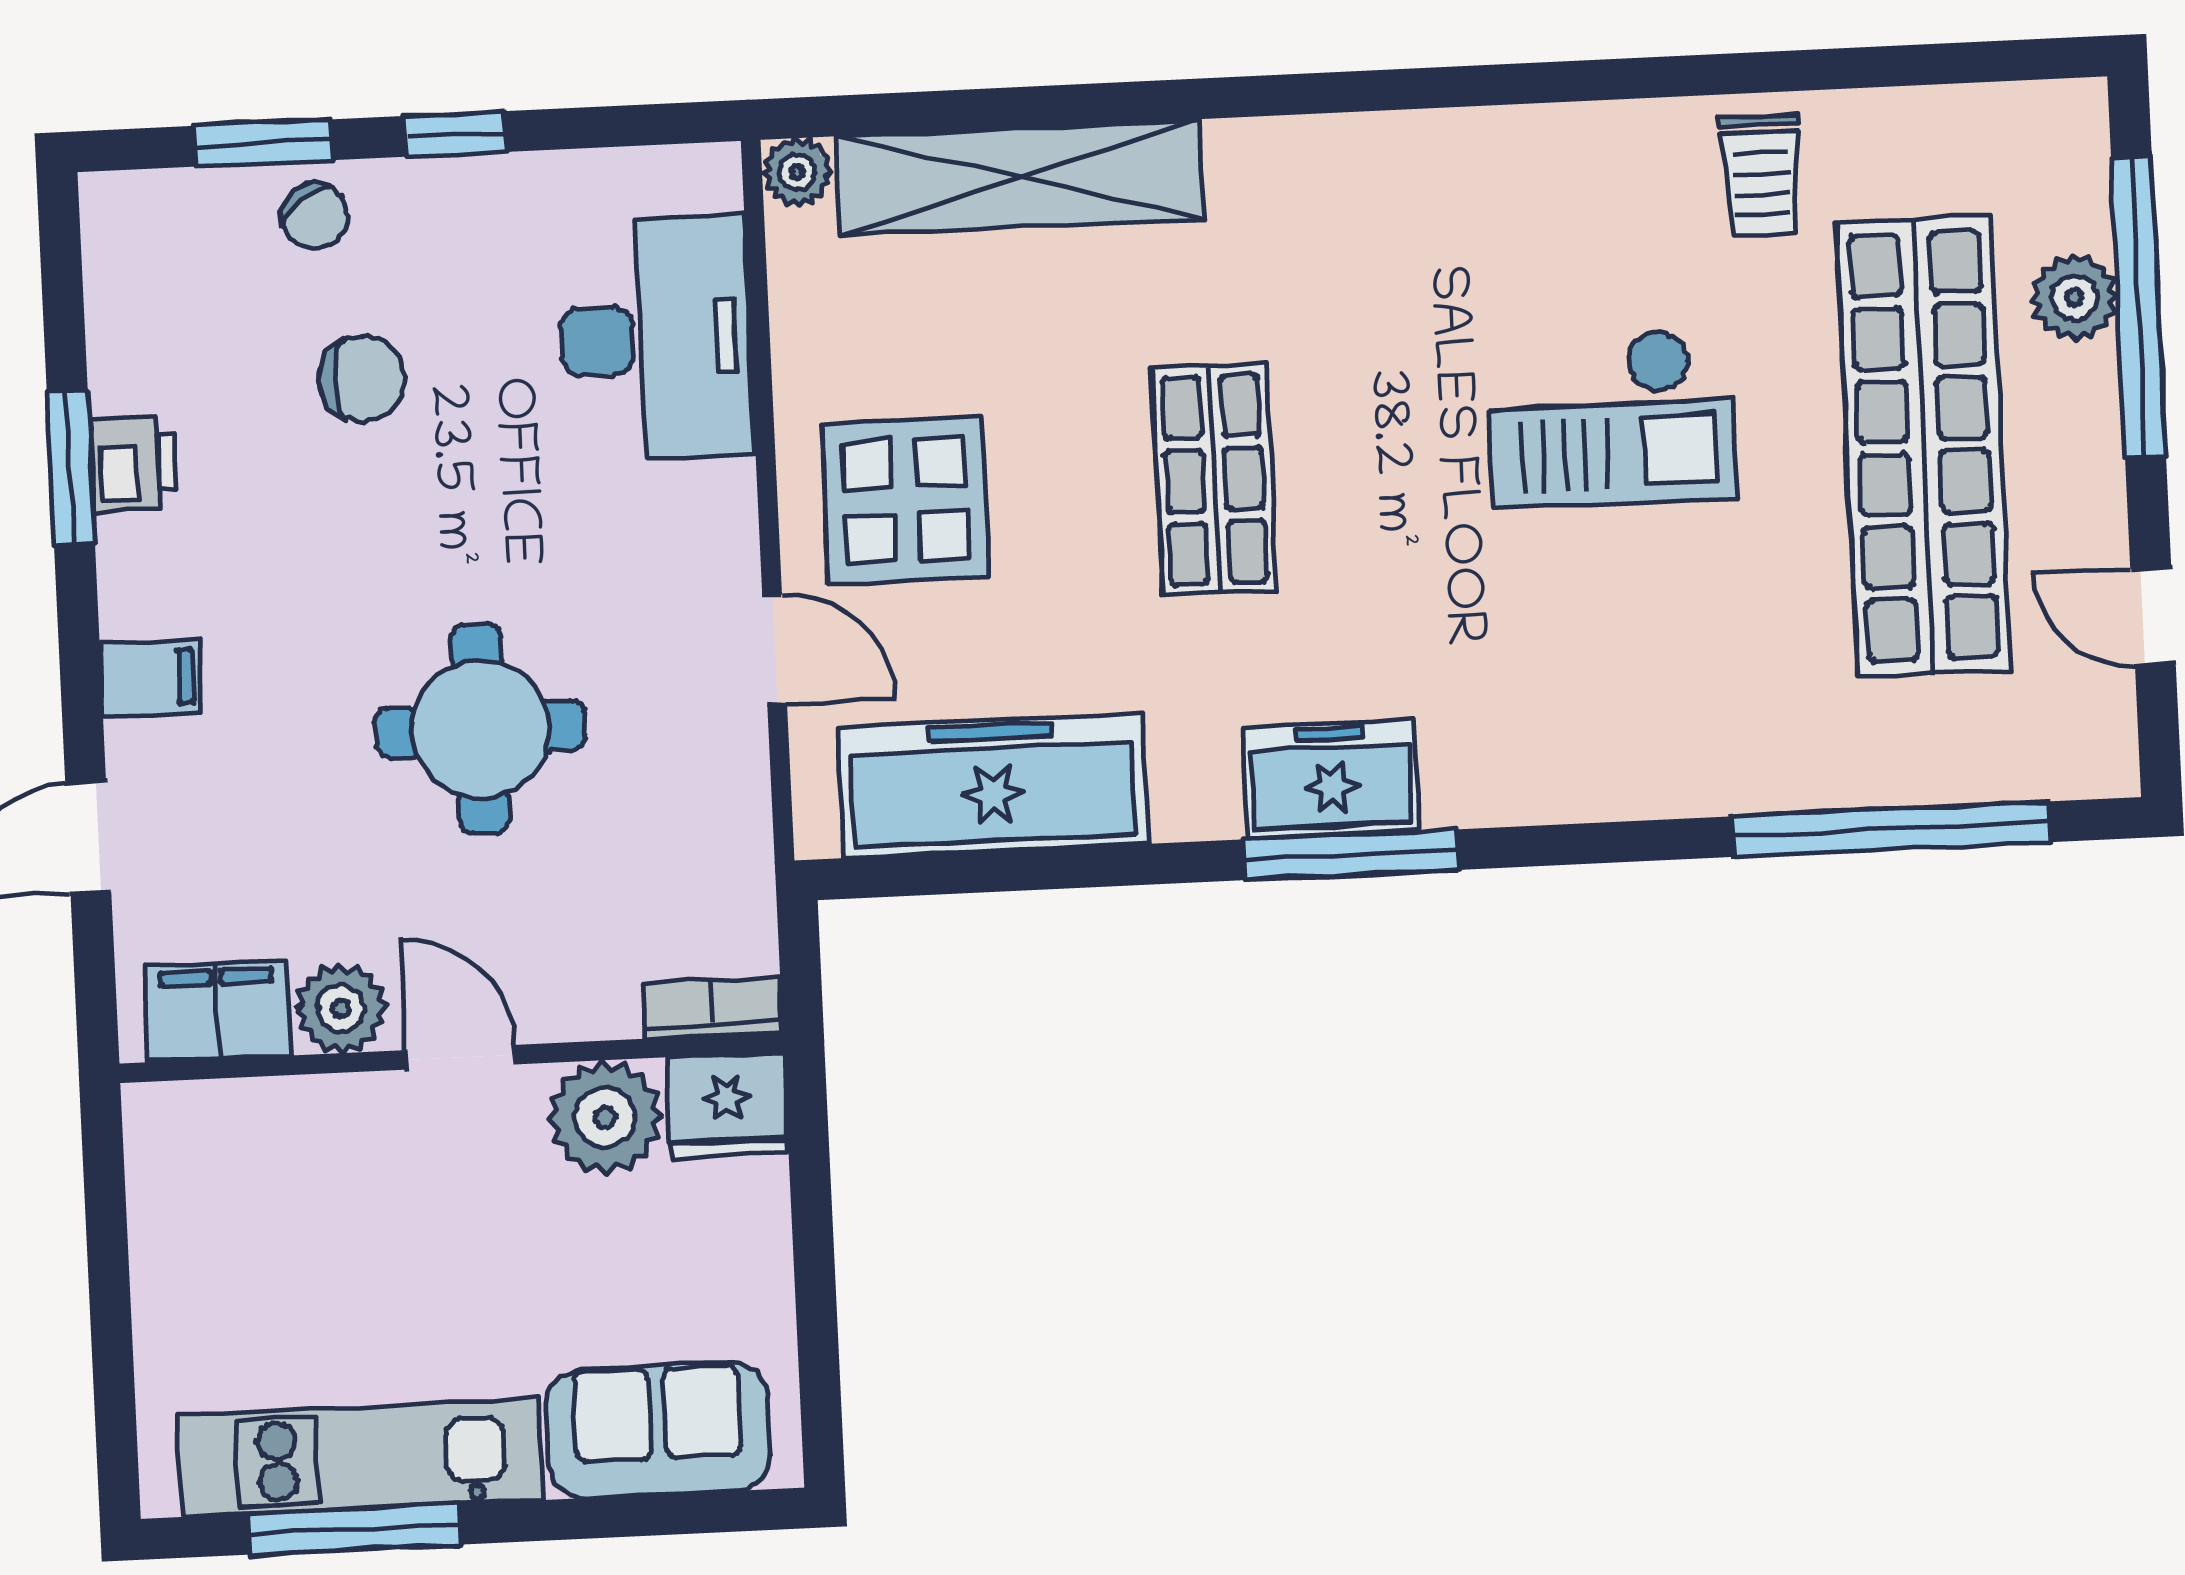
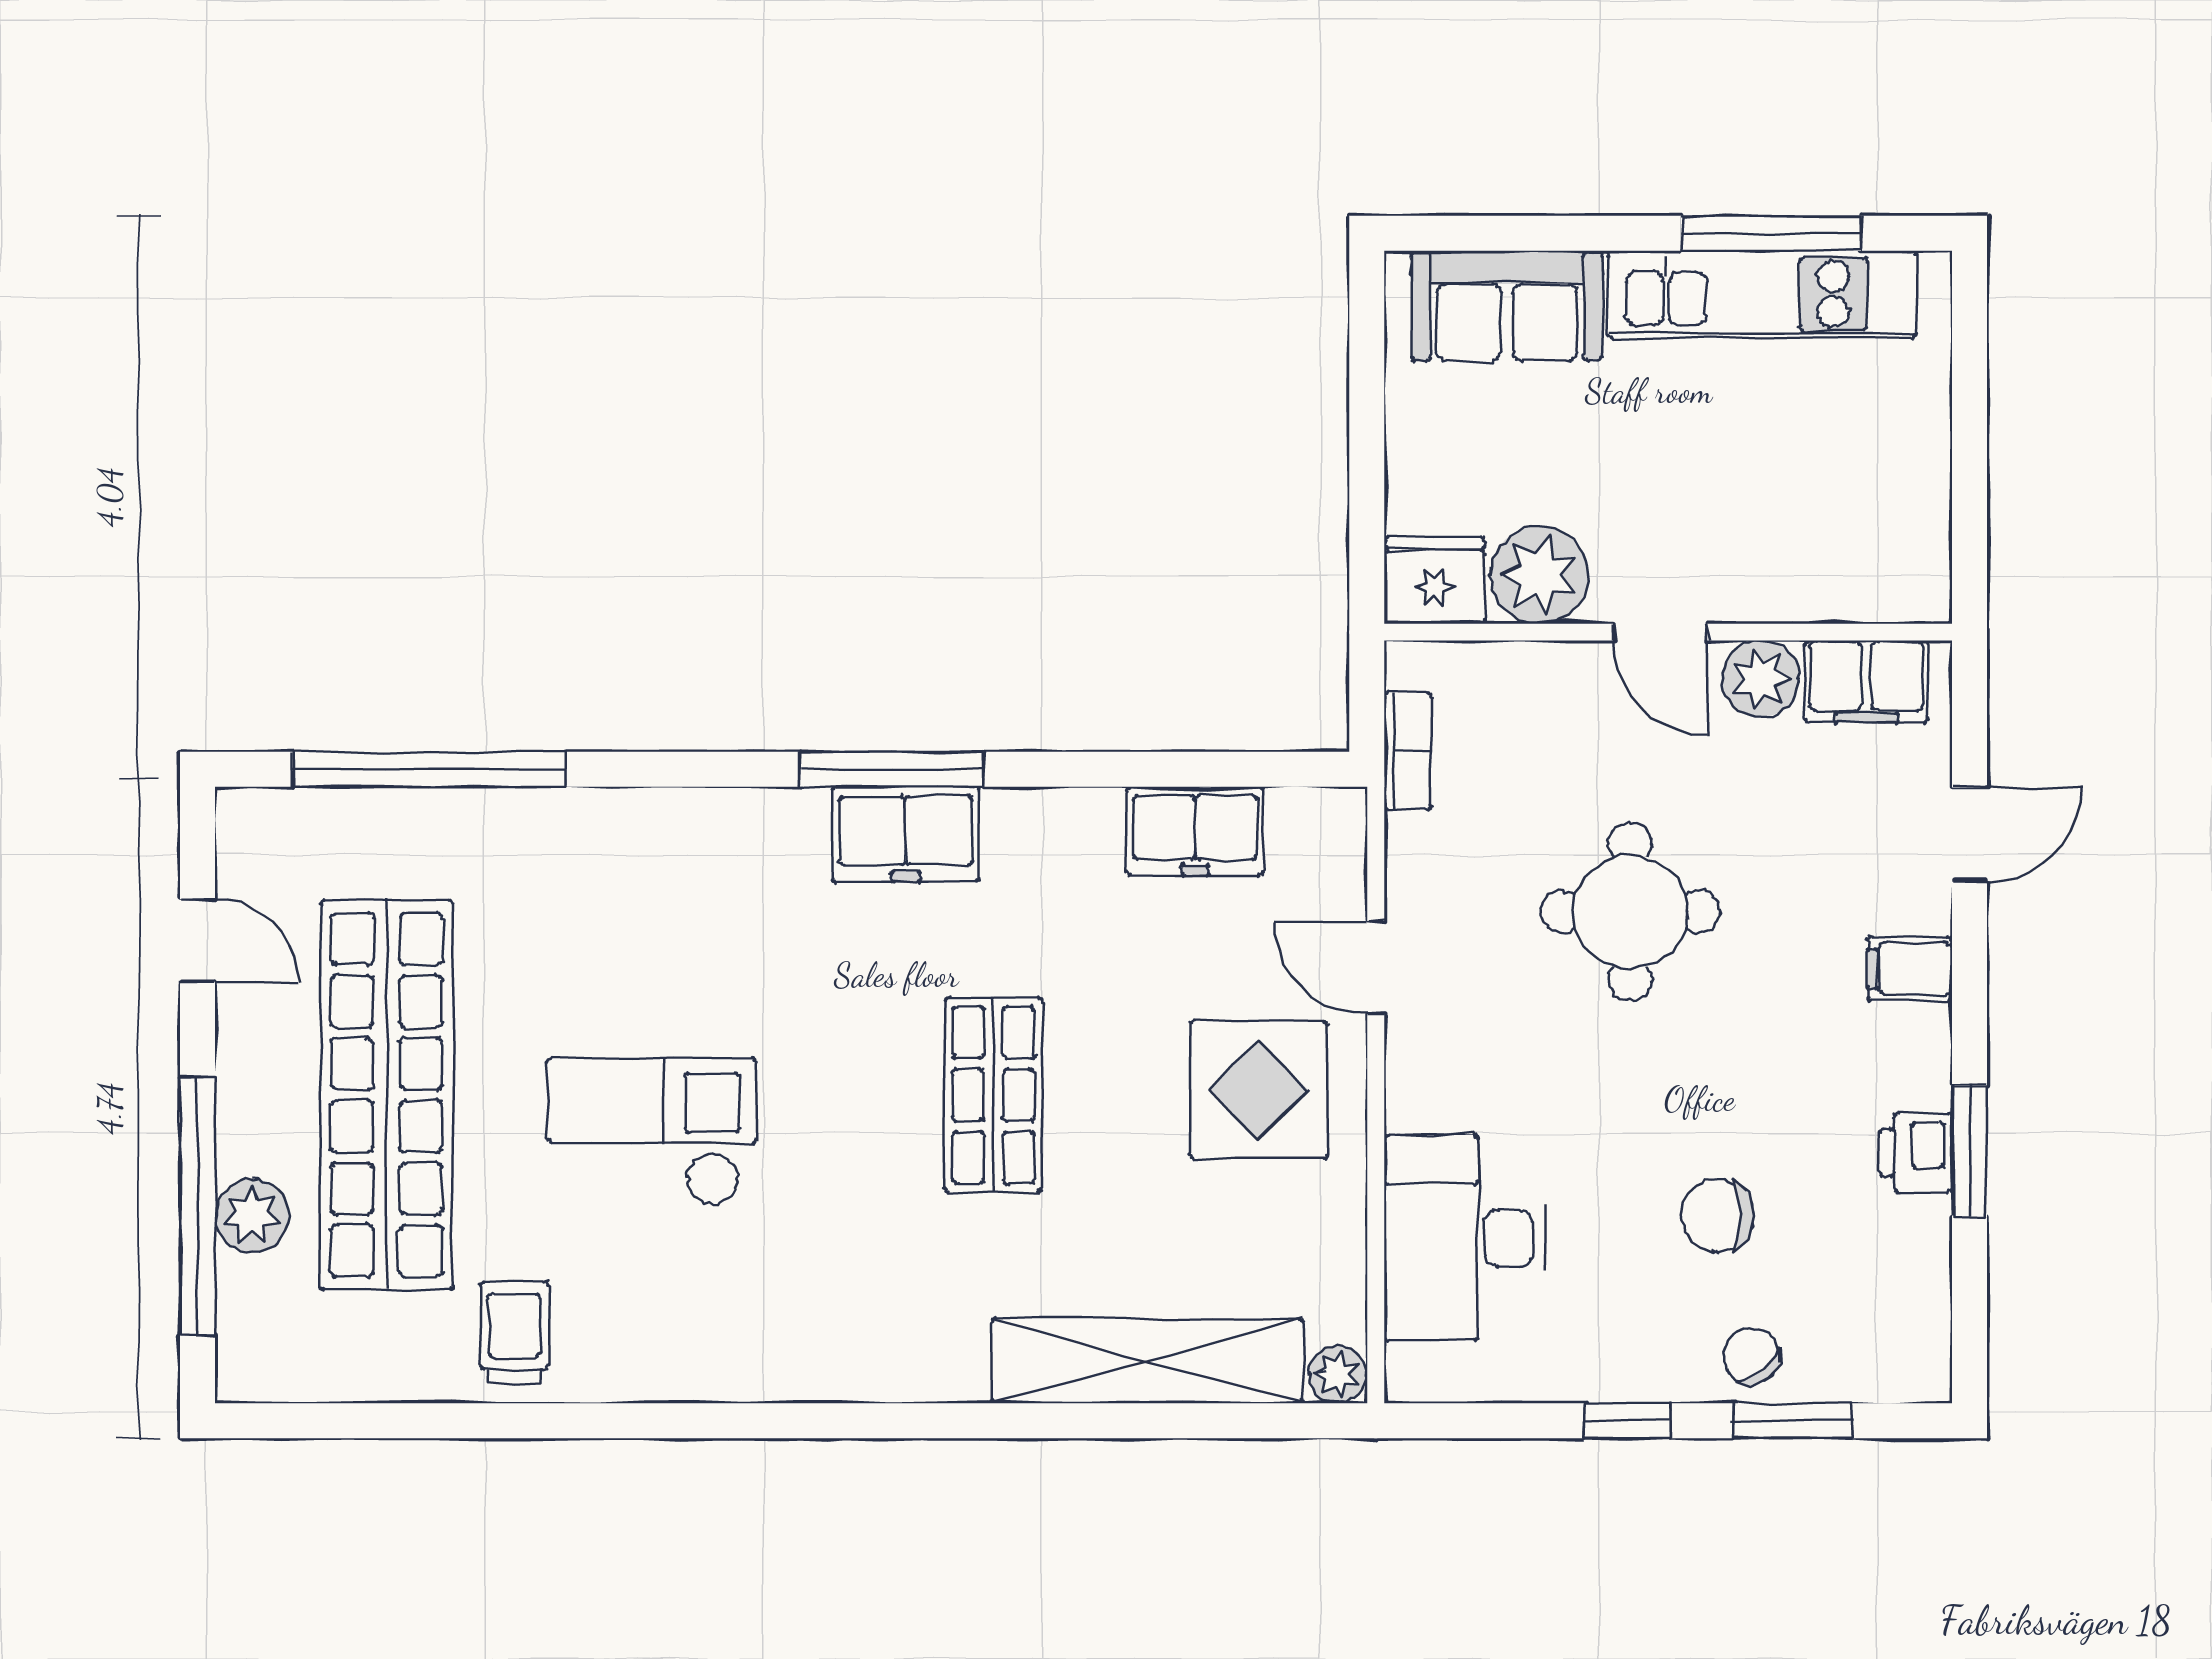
freezer: (993, 786) -> (1195, 831), width x0.52, depth x0.79
bookcase: (713, 1008) -> (1408, 751), moved, turned -90

